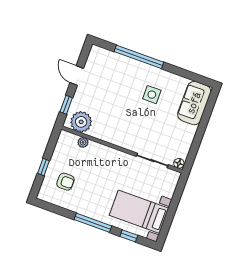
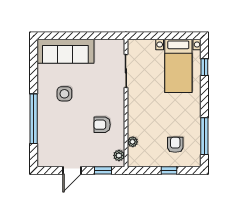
sofa: (194, 103) -> (65, 51), width x1.36
armchair: (110, 120) -> (102, 125), added
plant: (81, 122) -> (119, 155), width x0.53, depth x0.53
floor lamp: (179, 163) -> (120, 45), removed
window: (93, 223) -> (204, 136), moved

